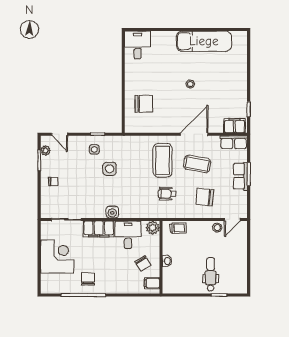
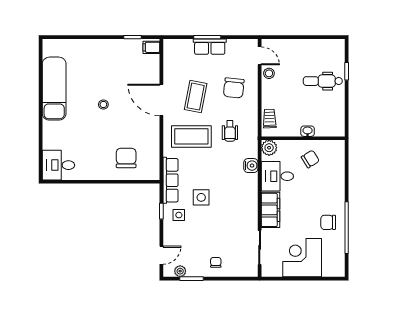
filing cabinet: (234, 126) -> (151, 47), width x0.50
row of seats: (234, 142) -> (170, 180), moved, width x1.48
water cooler: (112, 212) -> (251, 166), moved
filing cabinet: (152, 283) -> (333, 149), removed

